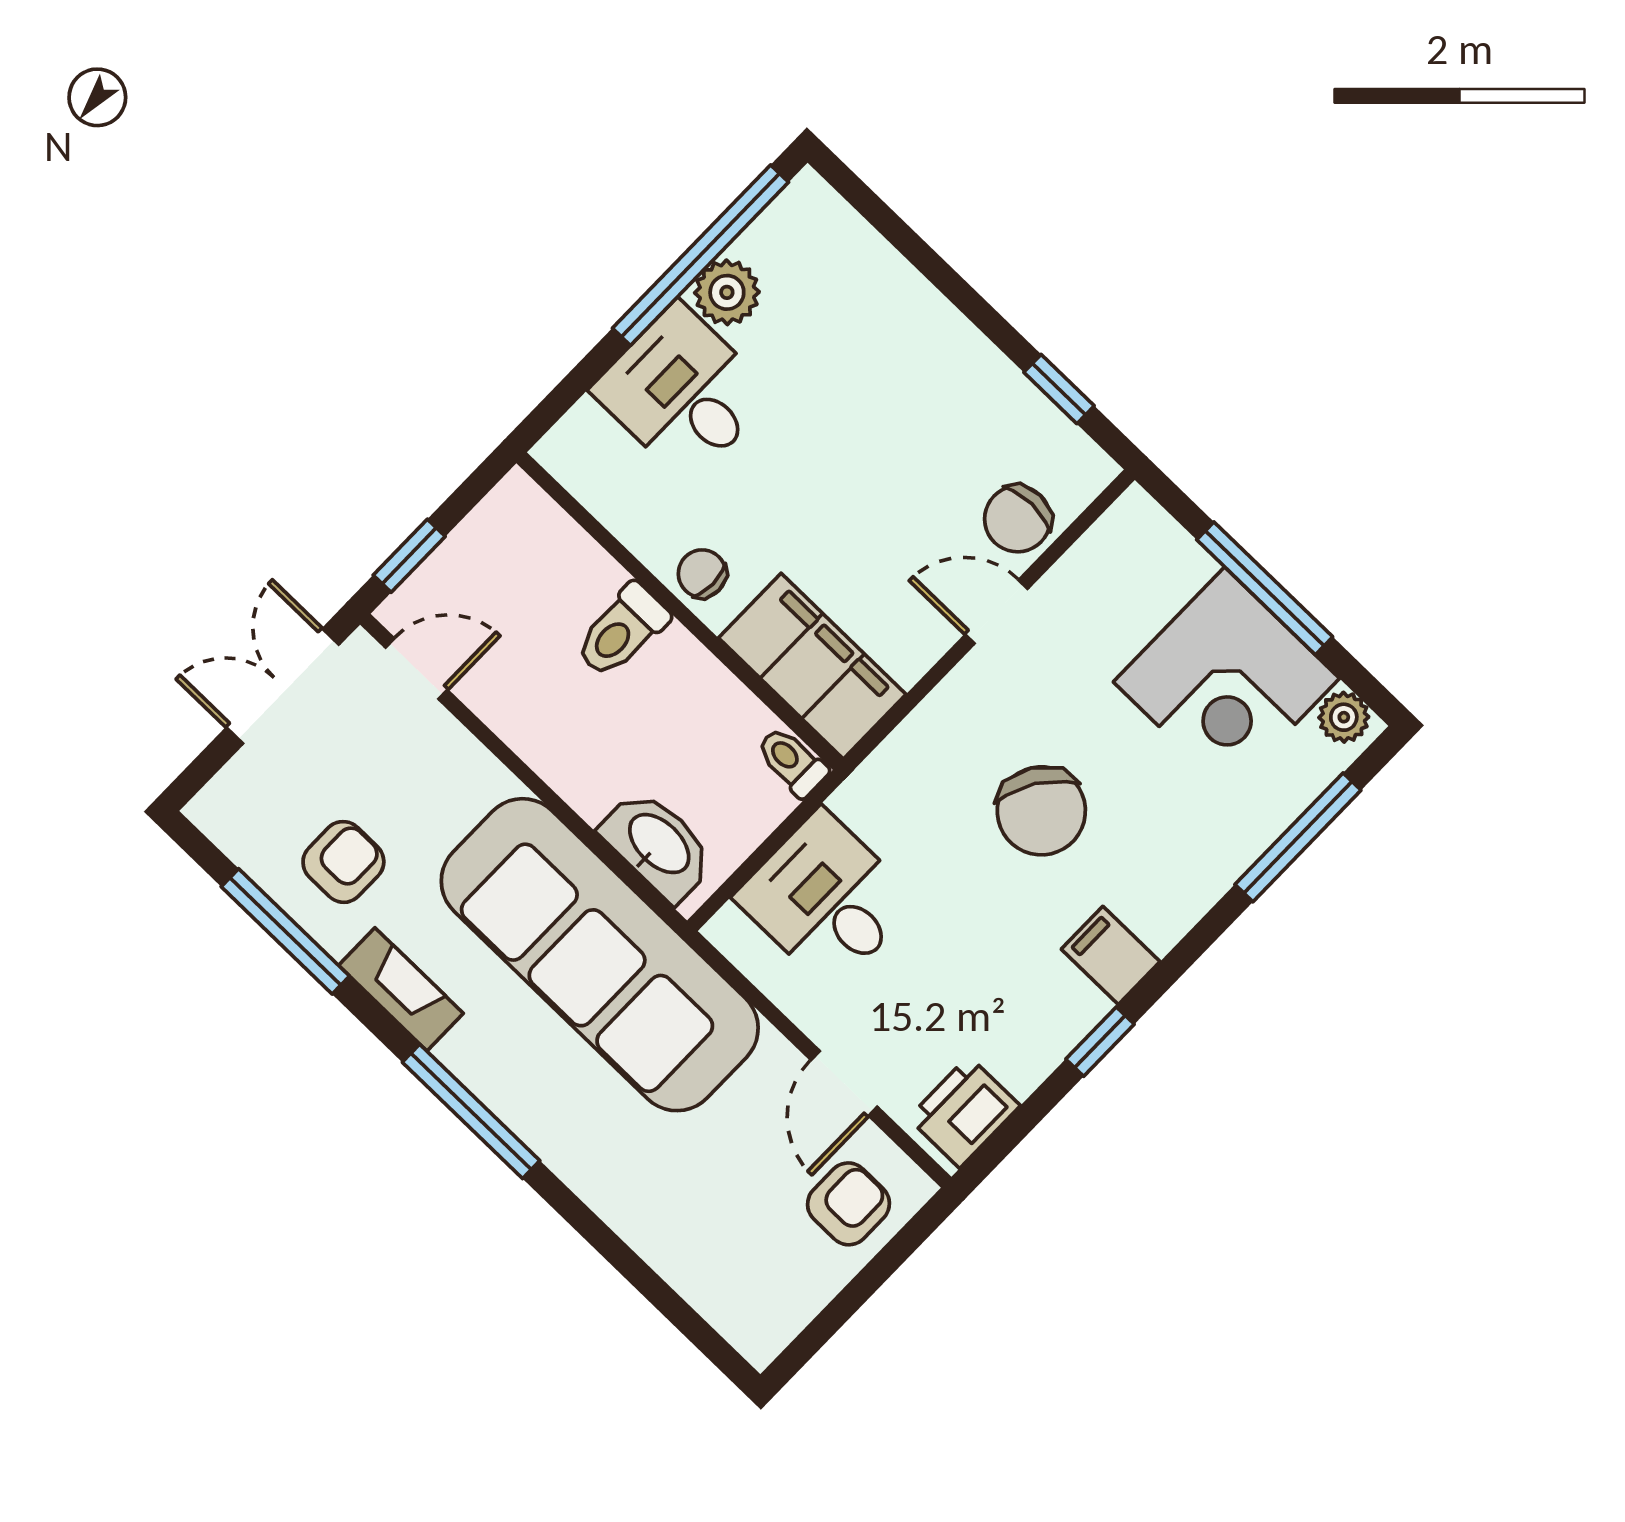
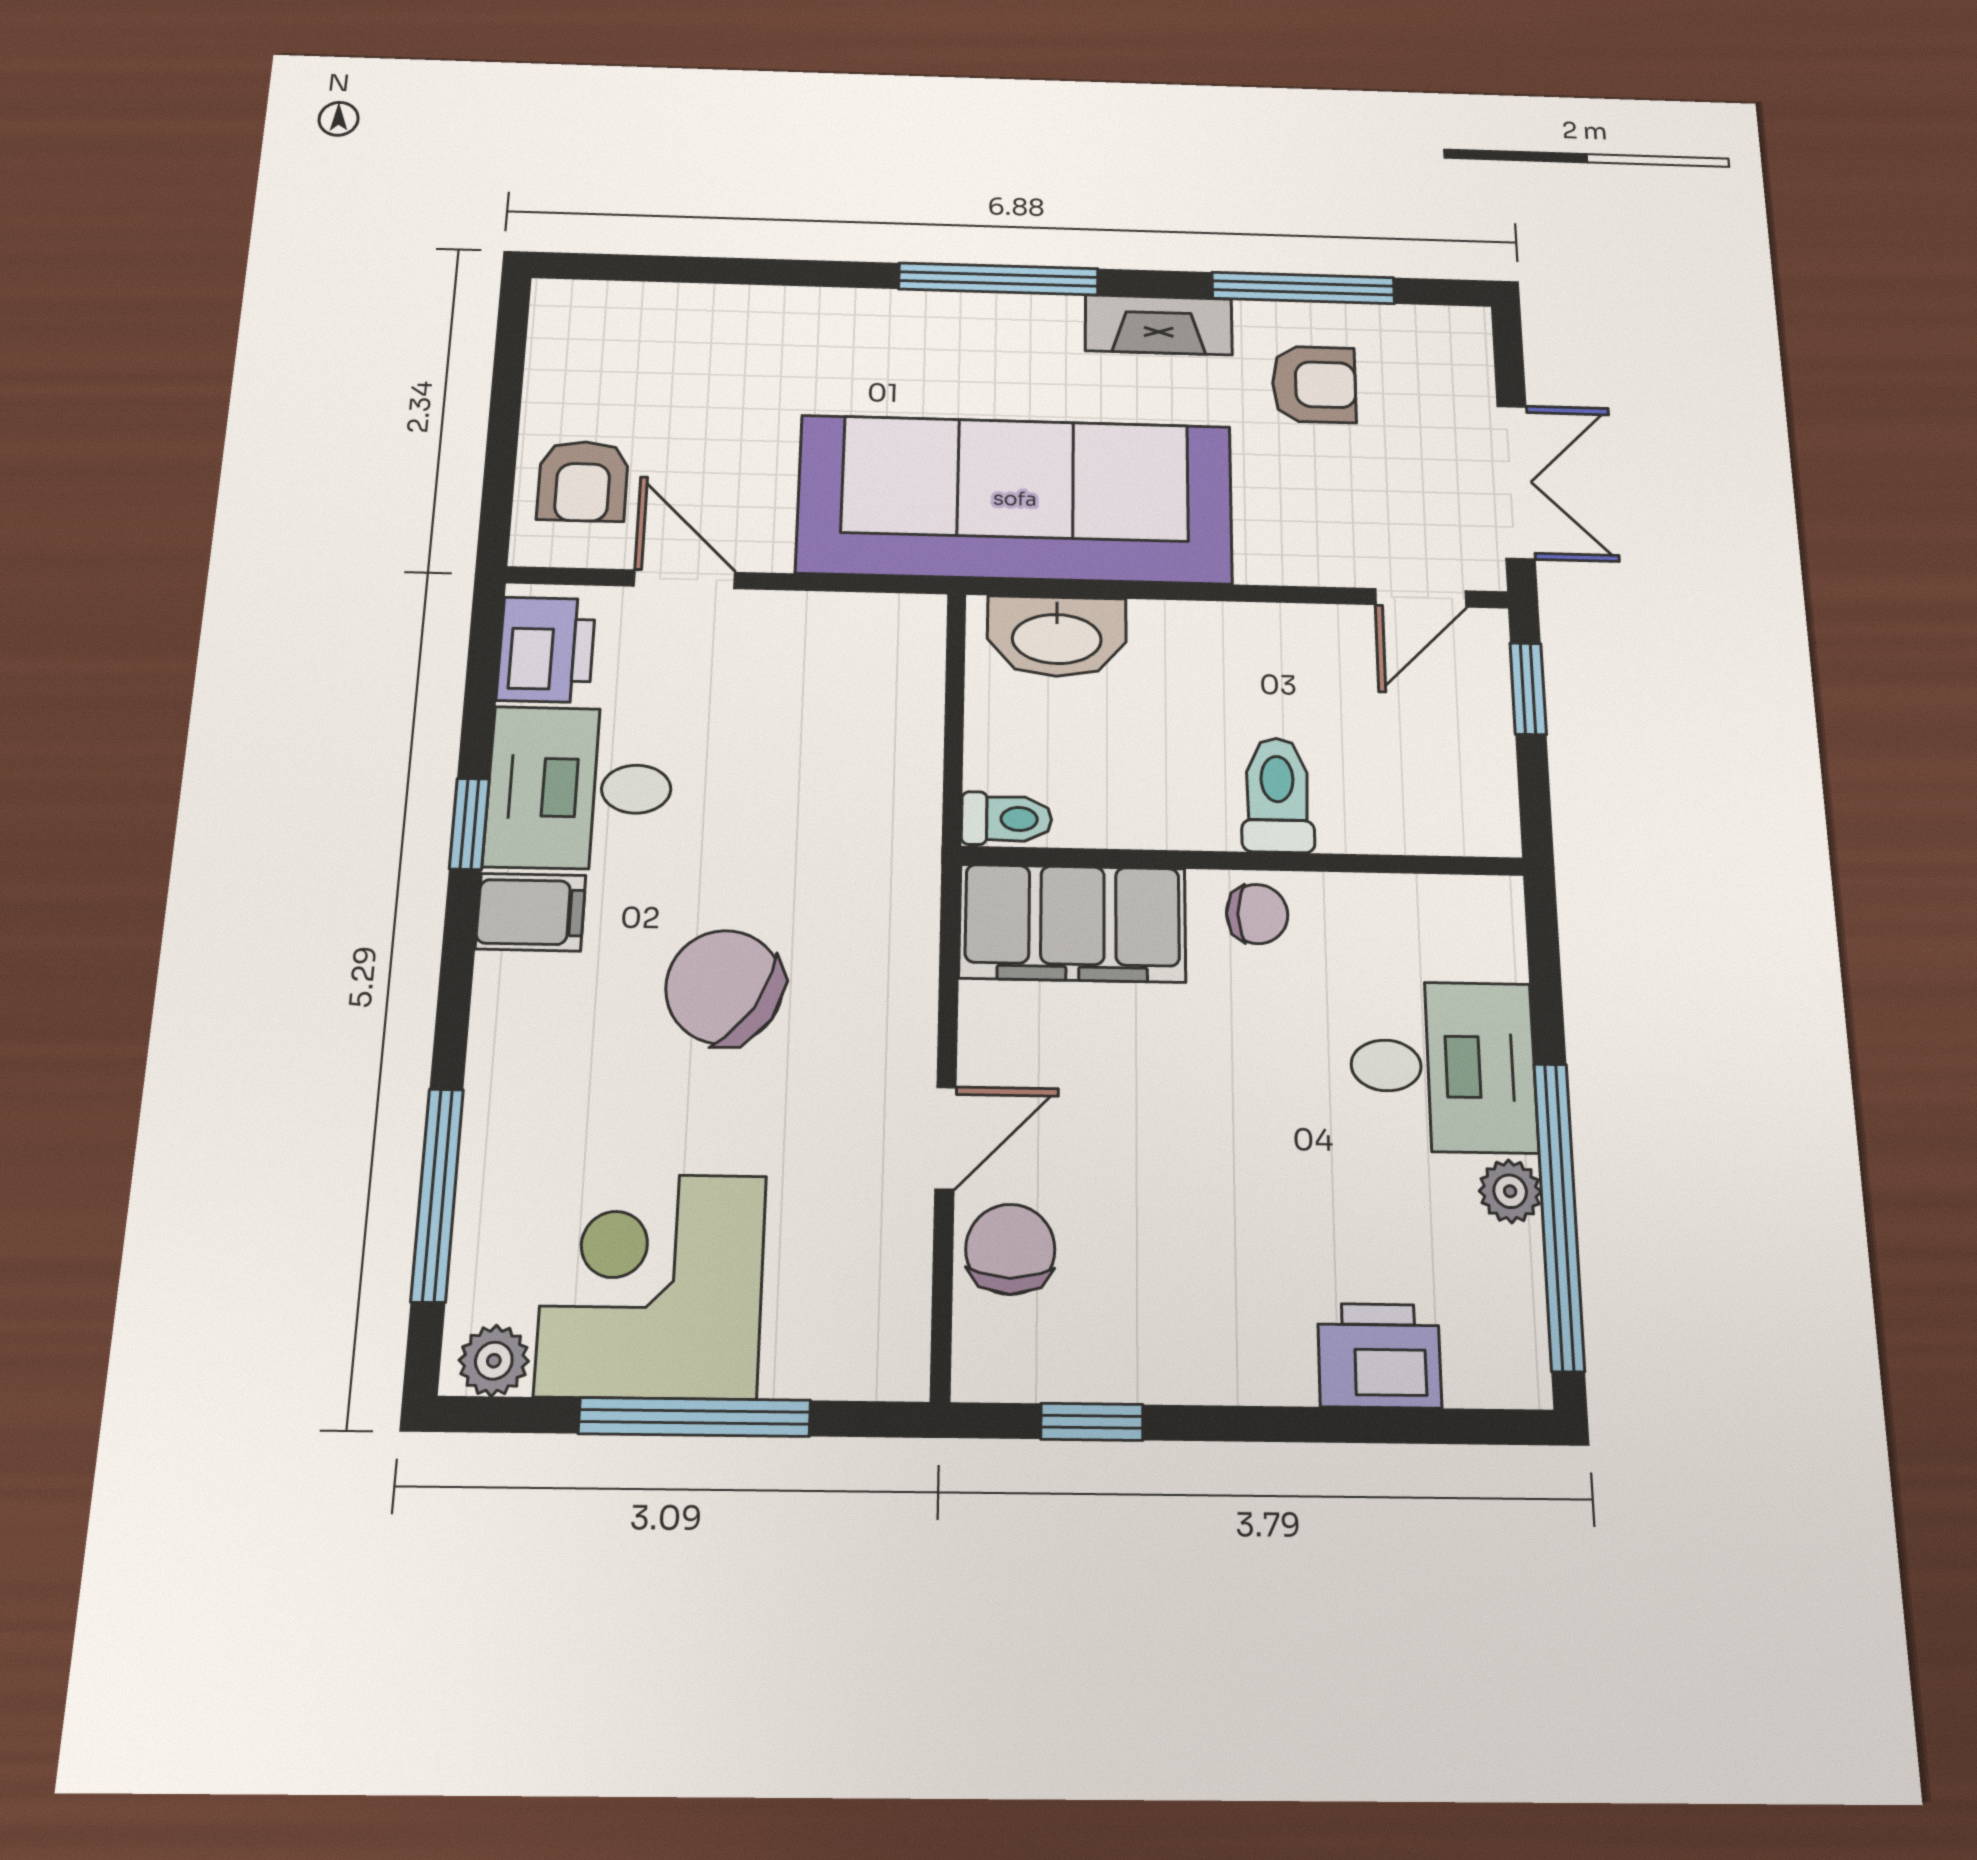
printer: (873, 277) -> (1379, 1356), added
plant: (727, 292) -> (1510, 1191), width x0.73, depth x0.73
armchair: (343, 862) -> (1314, 384), turned -90
desk: (826, 899) -> (580, 788), moved, turned 180

